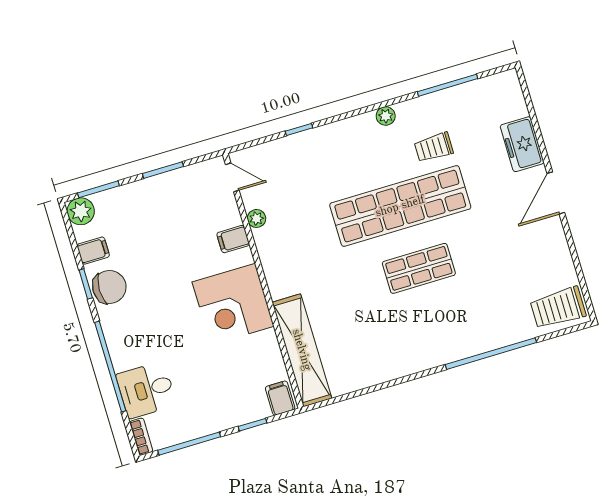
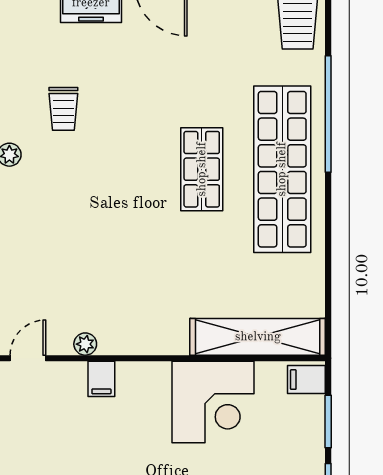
shop shelf: (400, 206) -> (282, 169), moved
corner desk: (233, 304) -> (213, 402), moved
window: (253, 425) -> (328, 422), width x1.50

